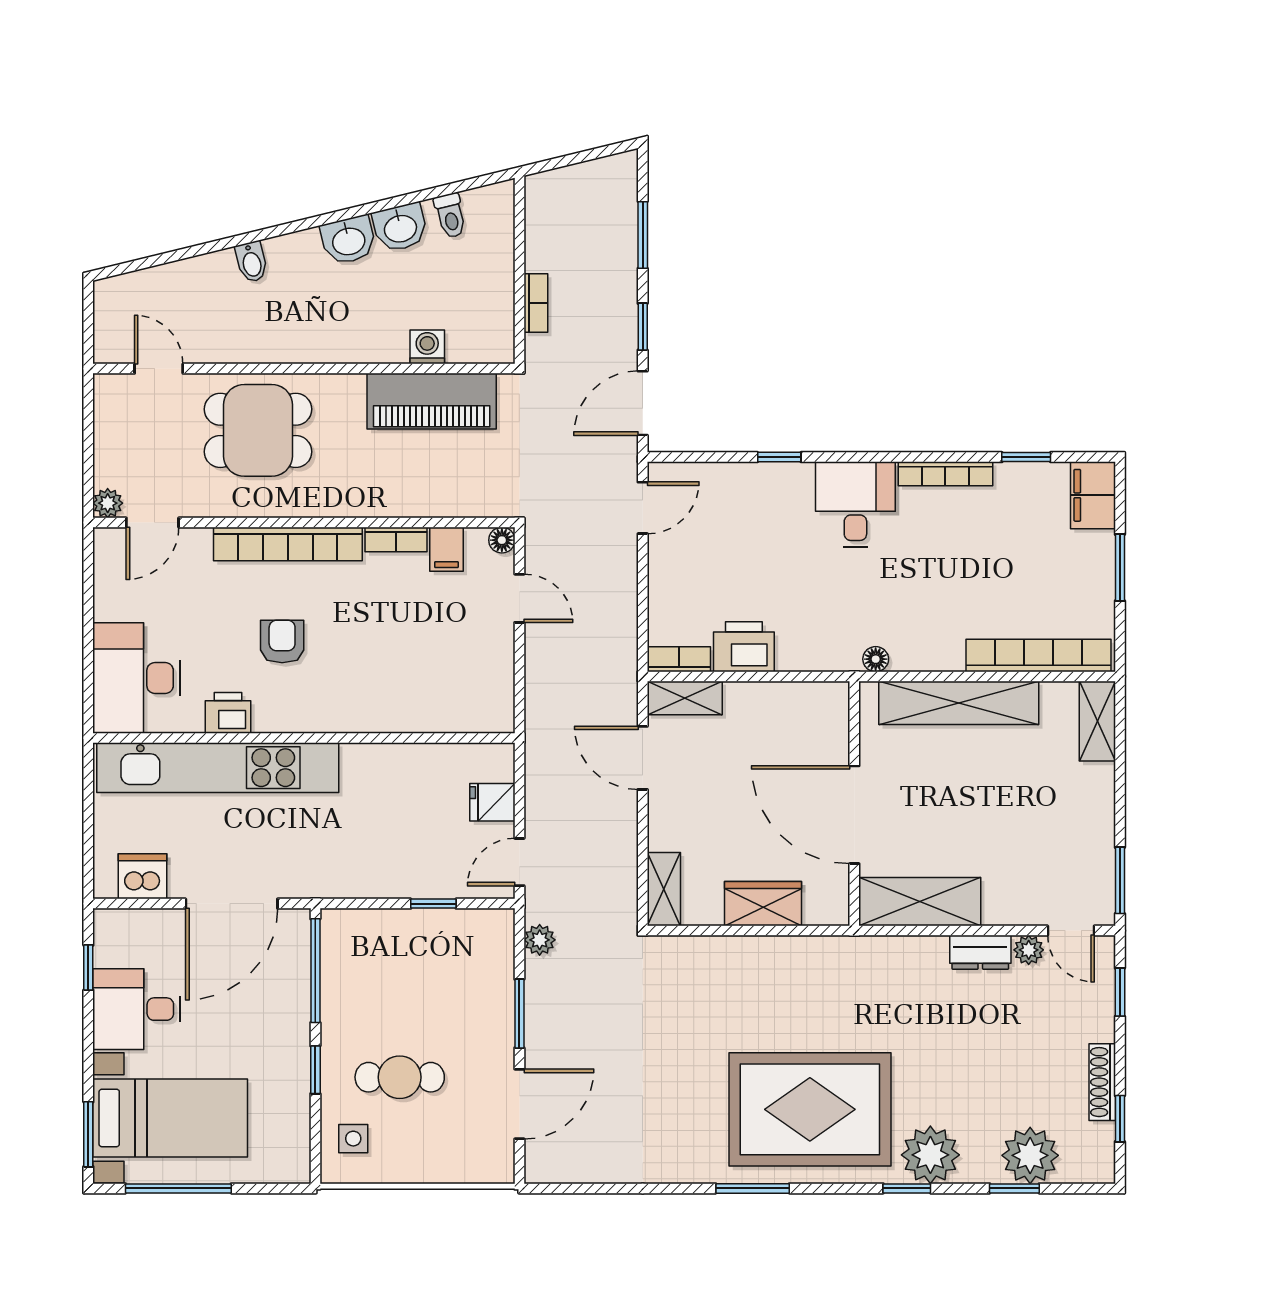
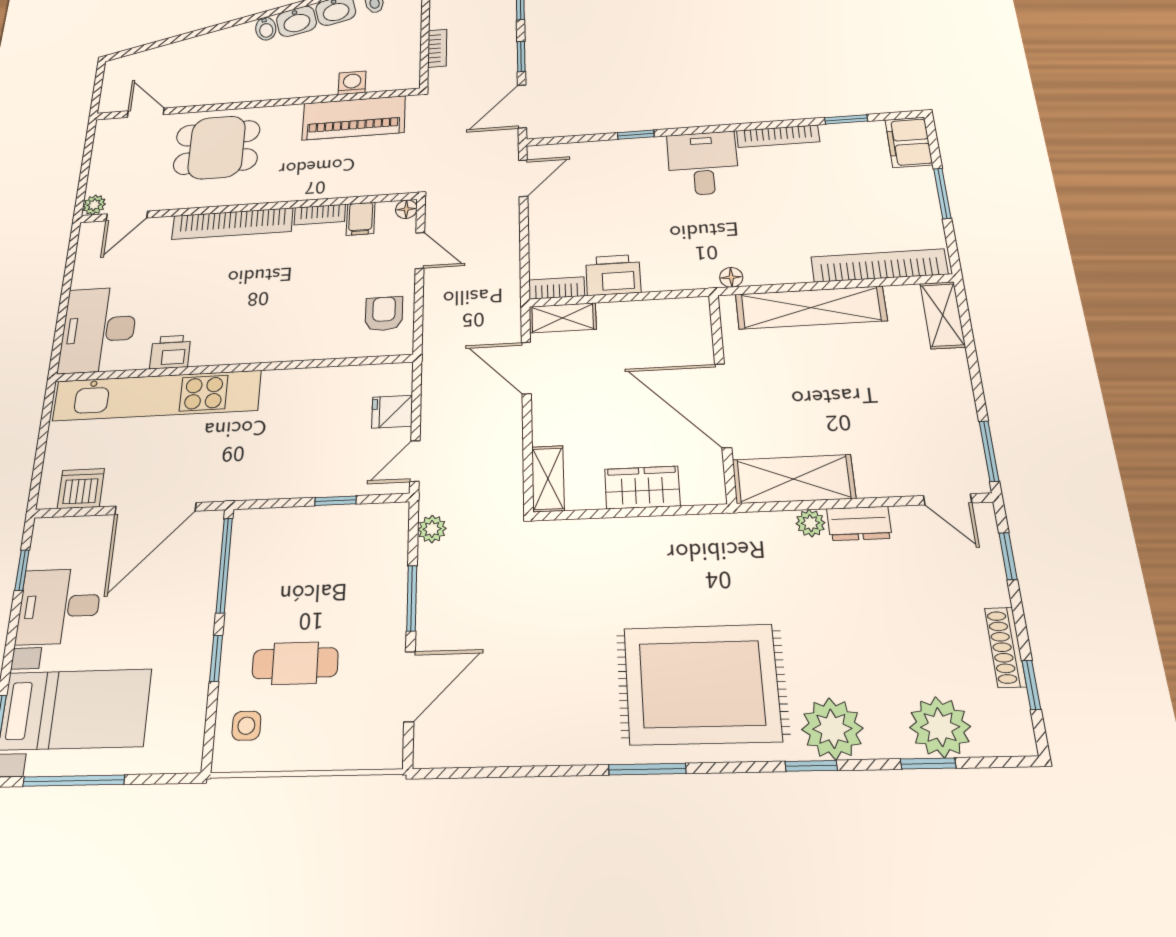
bidet: (251, 262) -> (266, 29), moved
armchair: (282, 642) -> (384, 314), moved
plant: (1029, 950) -> (810, 523), moved

